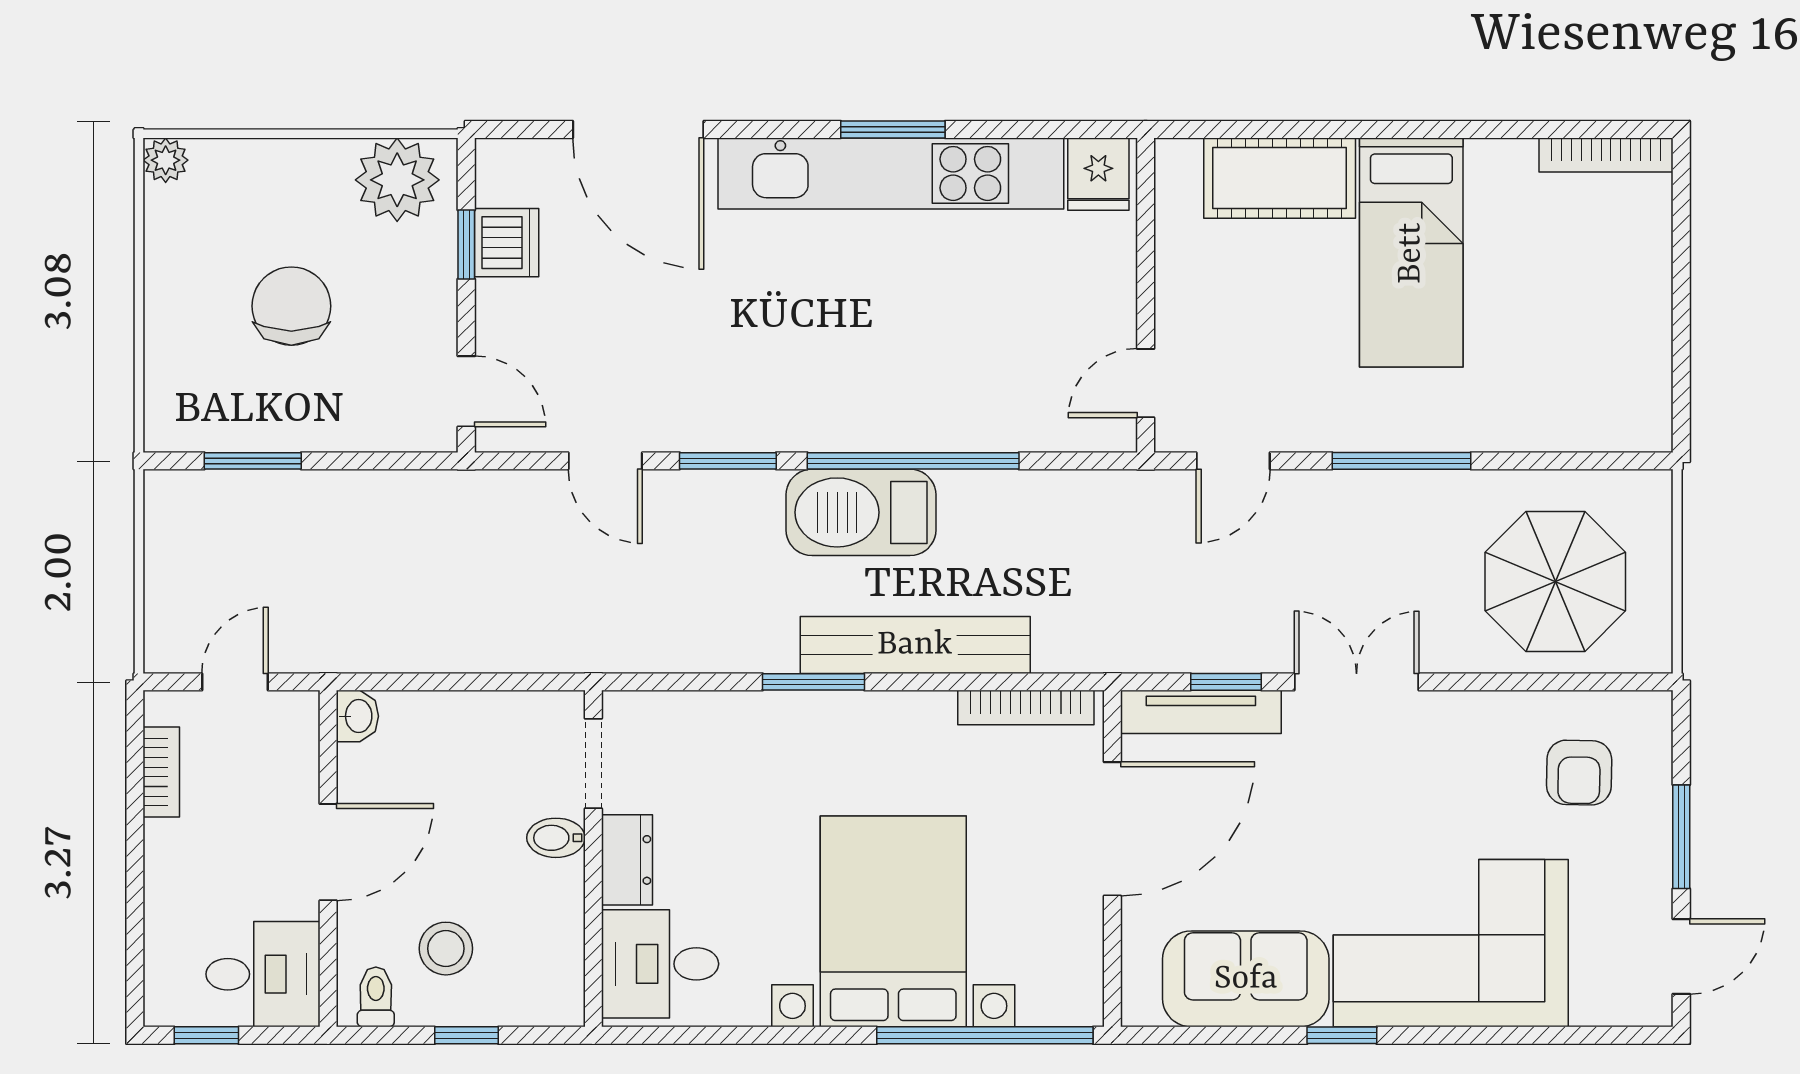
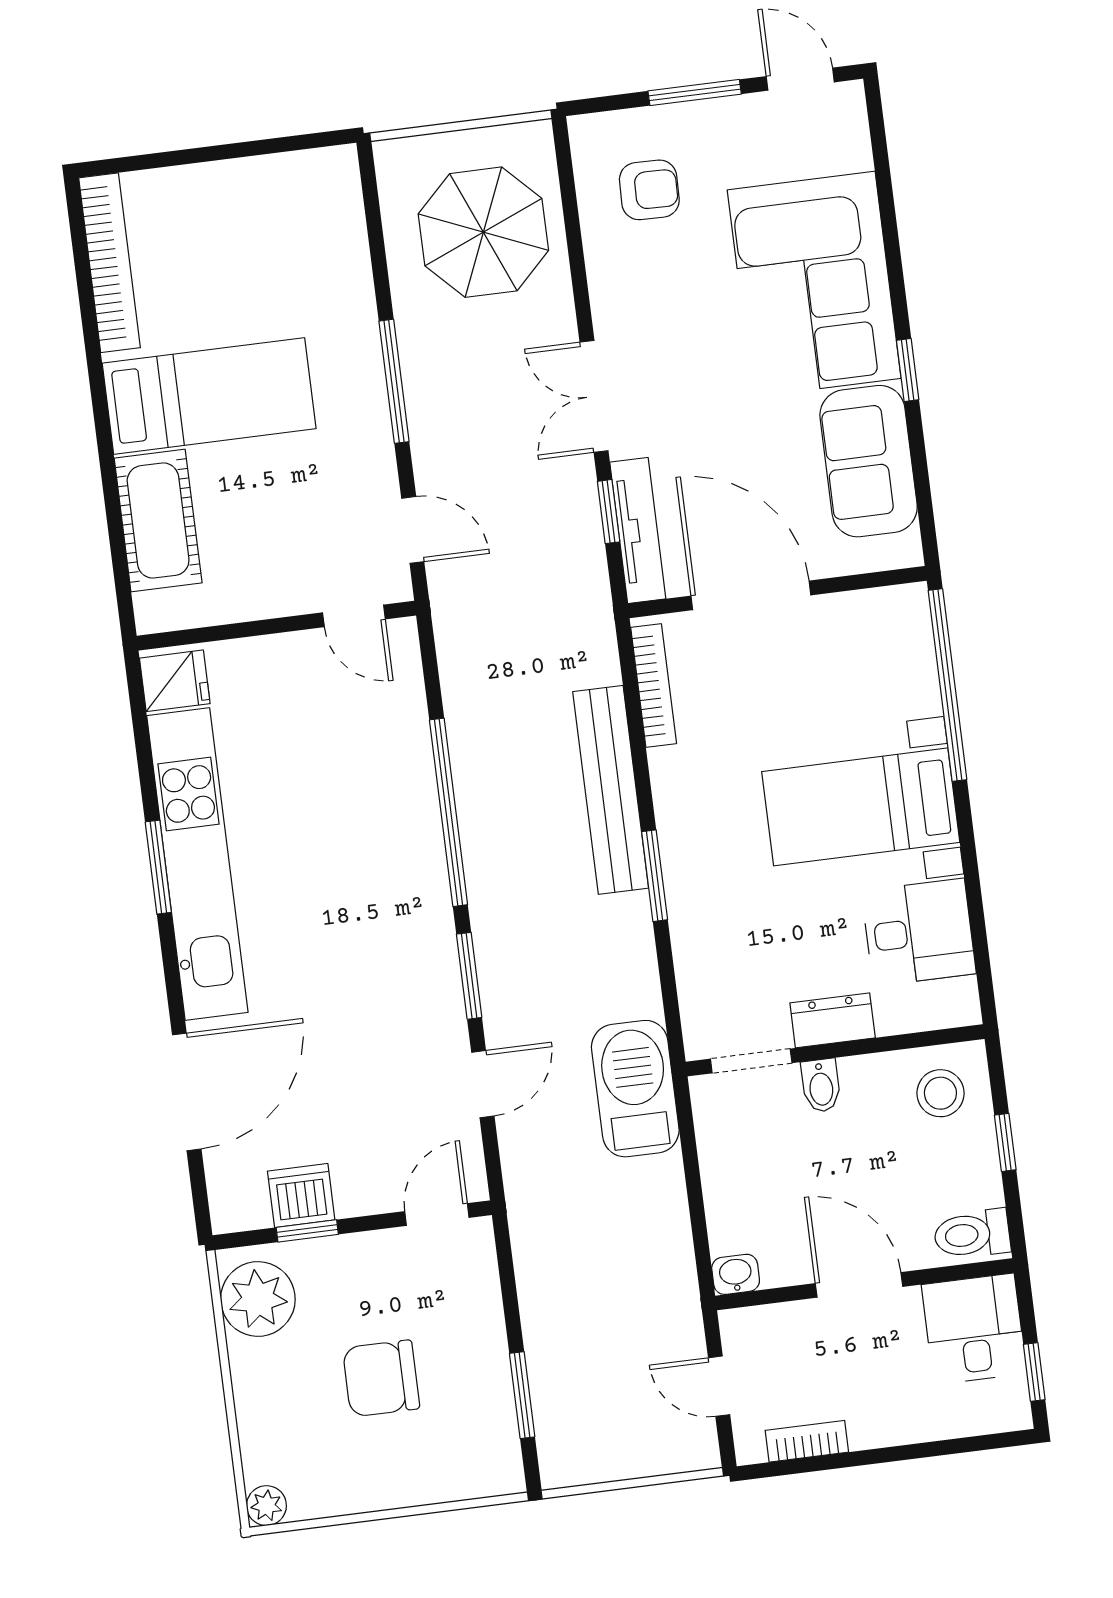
bookcase: (1606, 155) -> (110, 263), width x1.48, depth x1.31
barbecue: (861, 512) -> (635, 1089), moved, turned 180
bed with nightstands: (893, 921) -> (861, 807), width x0.73
stool: (446, 949) -> (940, 1093), moved
desk: (660, 964) -> (919, 932), moved, turned -90
toilet: (376, 997) -> (972, 1234), width x1.37, depth x1.39

